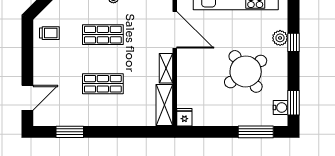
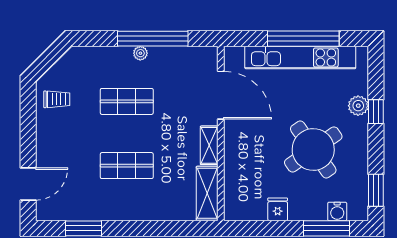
water cooler: (281, 108) -> (337, 211), moved, turned 90
fridge: (184, 117) -> (278, 209), moved

